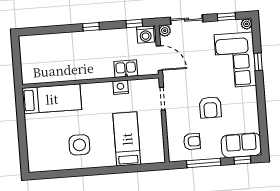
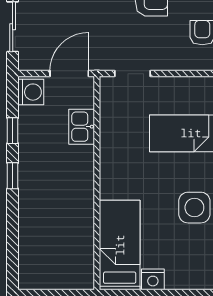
window: (134, 24) -> (13, 131), moved
plant: (165, 31) -> (27, 62), removed
nightstand: (121, 87) -> (153, 279), moved, turned -90

